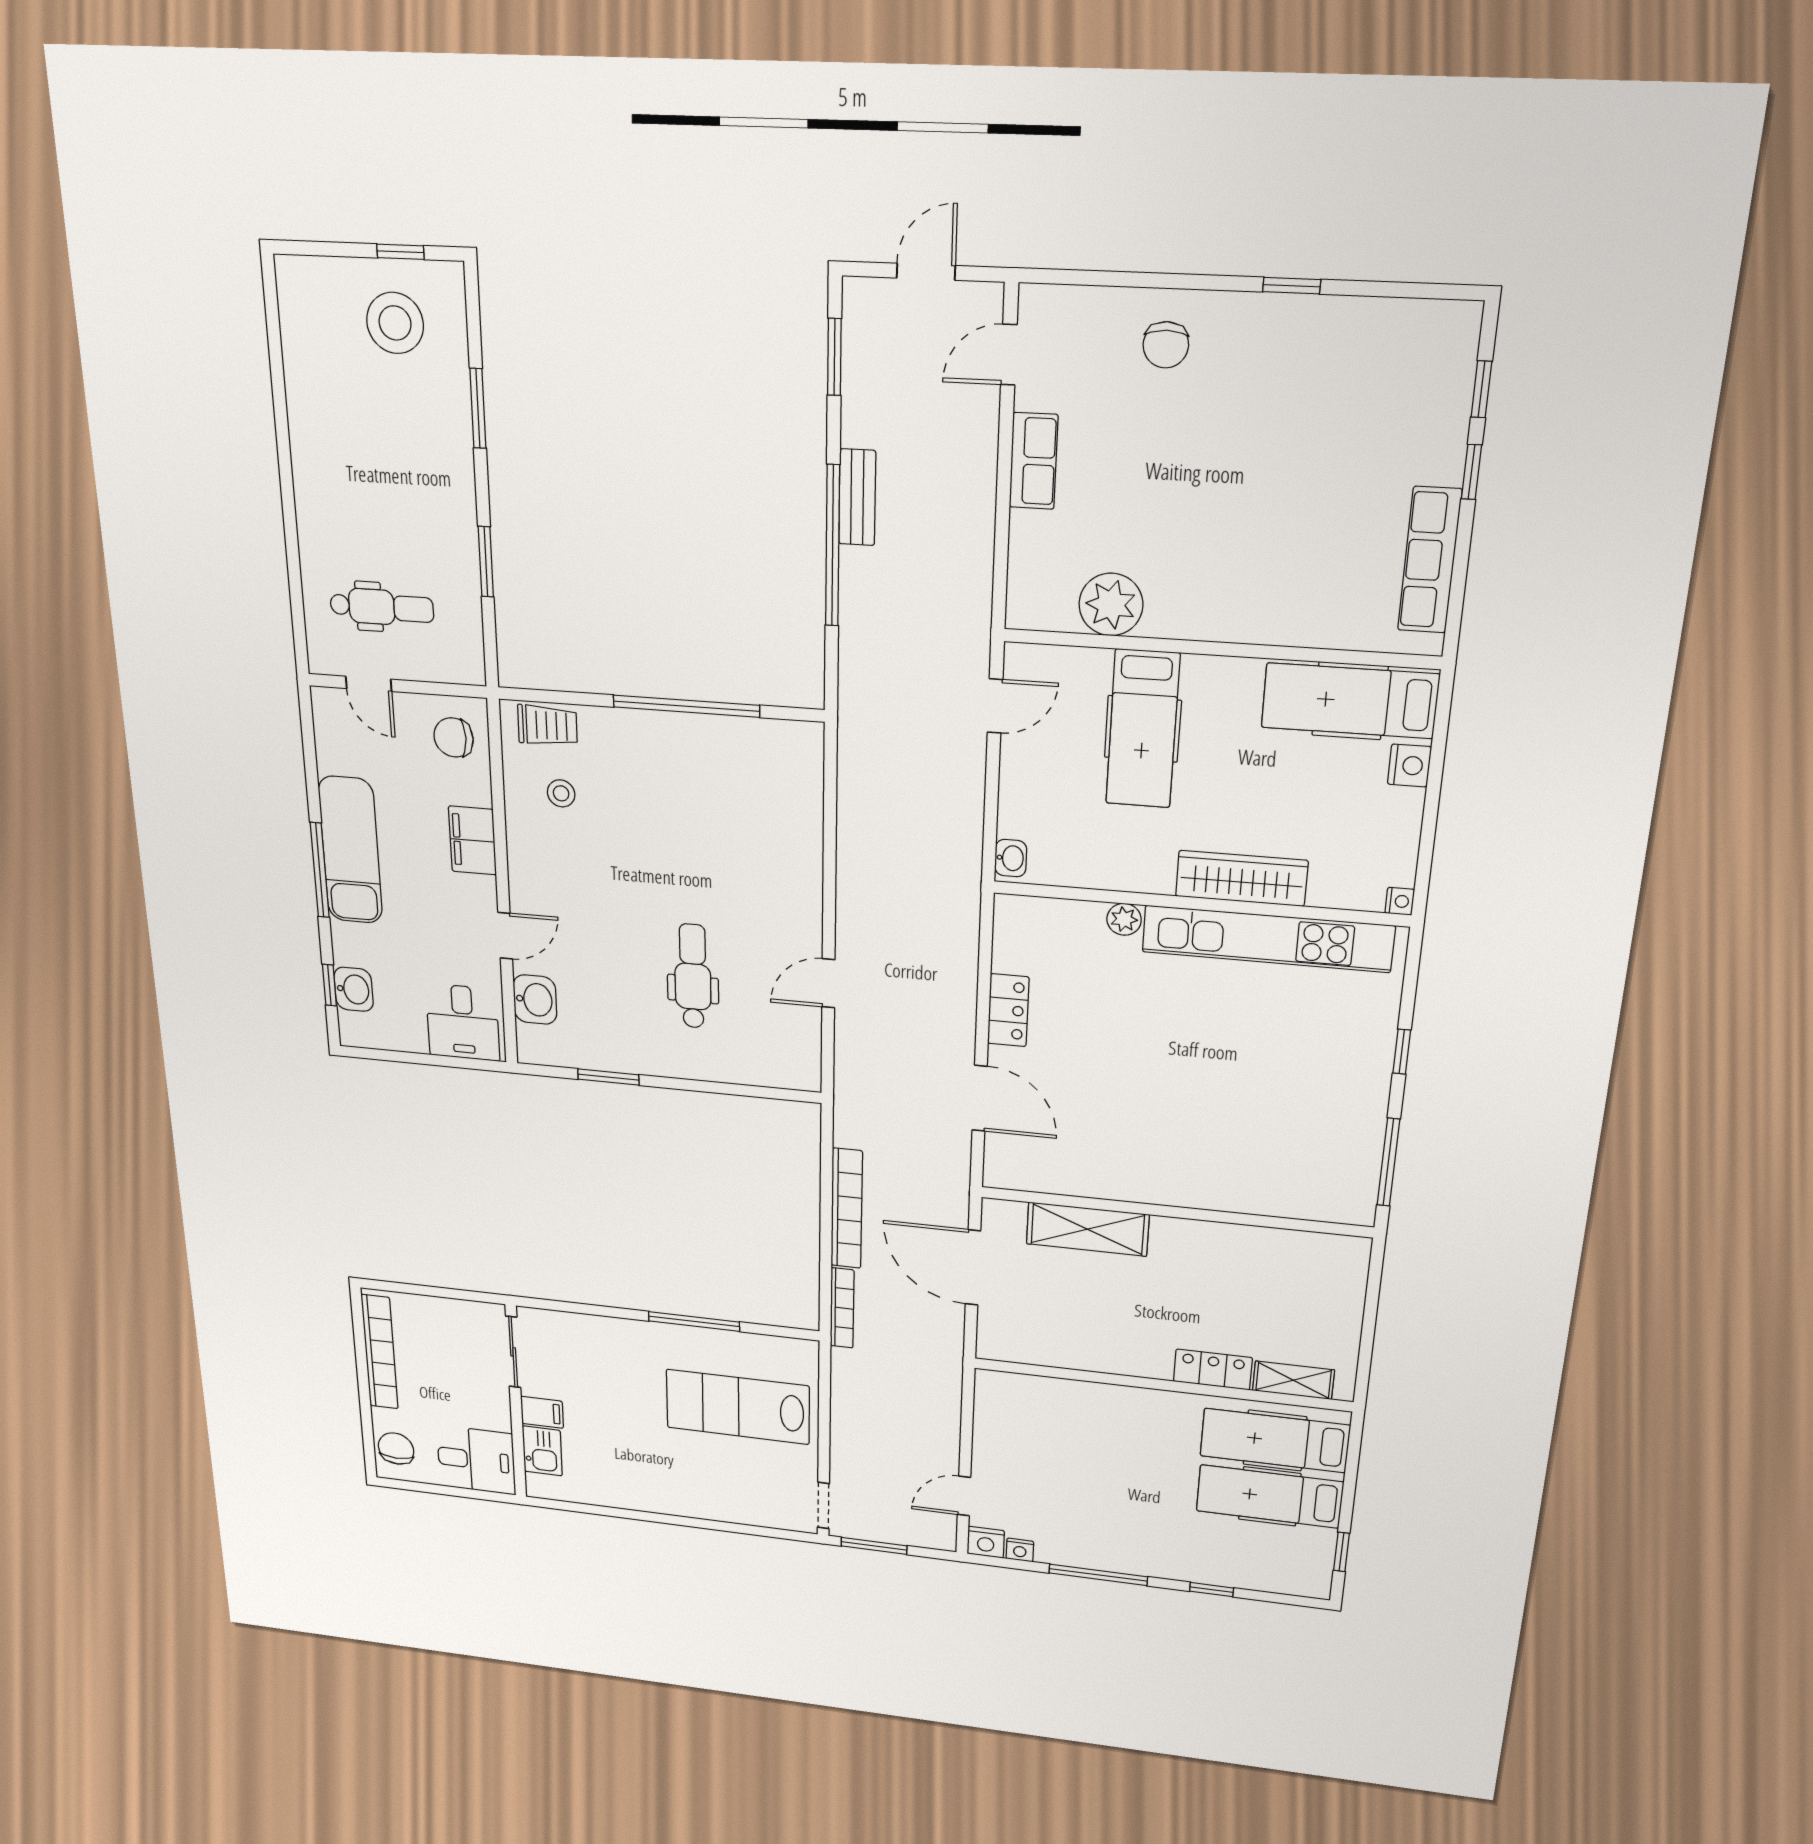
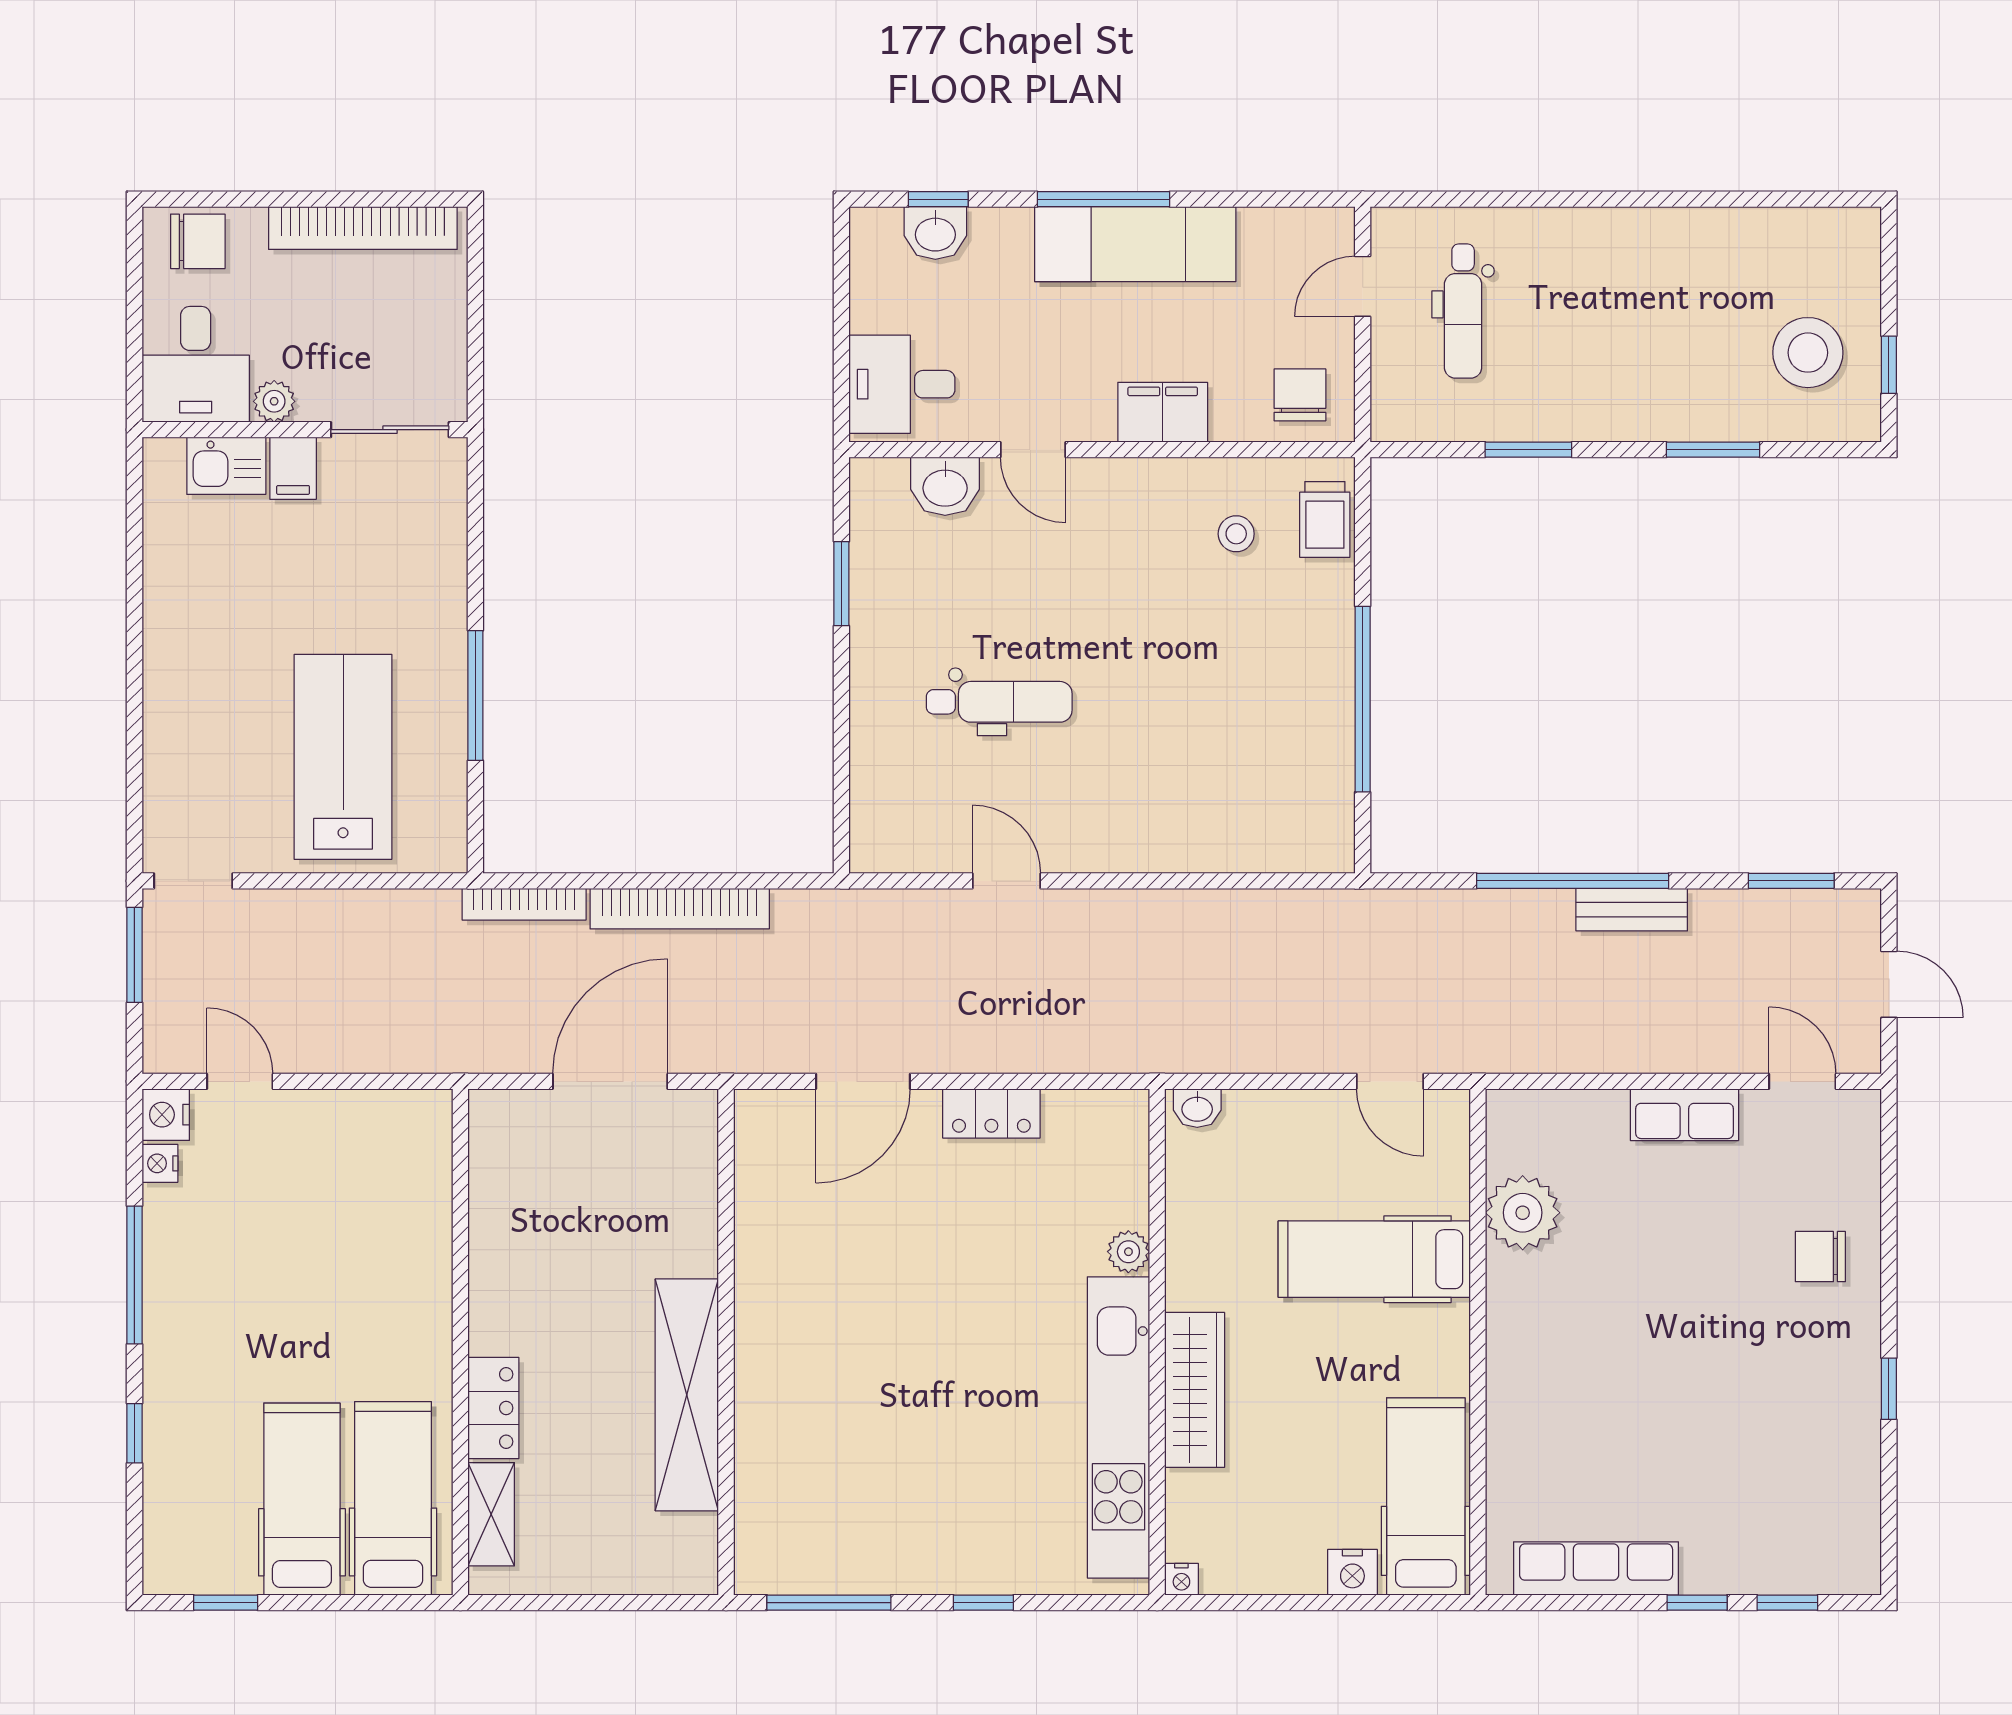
shelving: (1088, 1229) -> (687, 1395), moved, width x1.47
plant: (498, 1418) -> (274, 401), added

